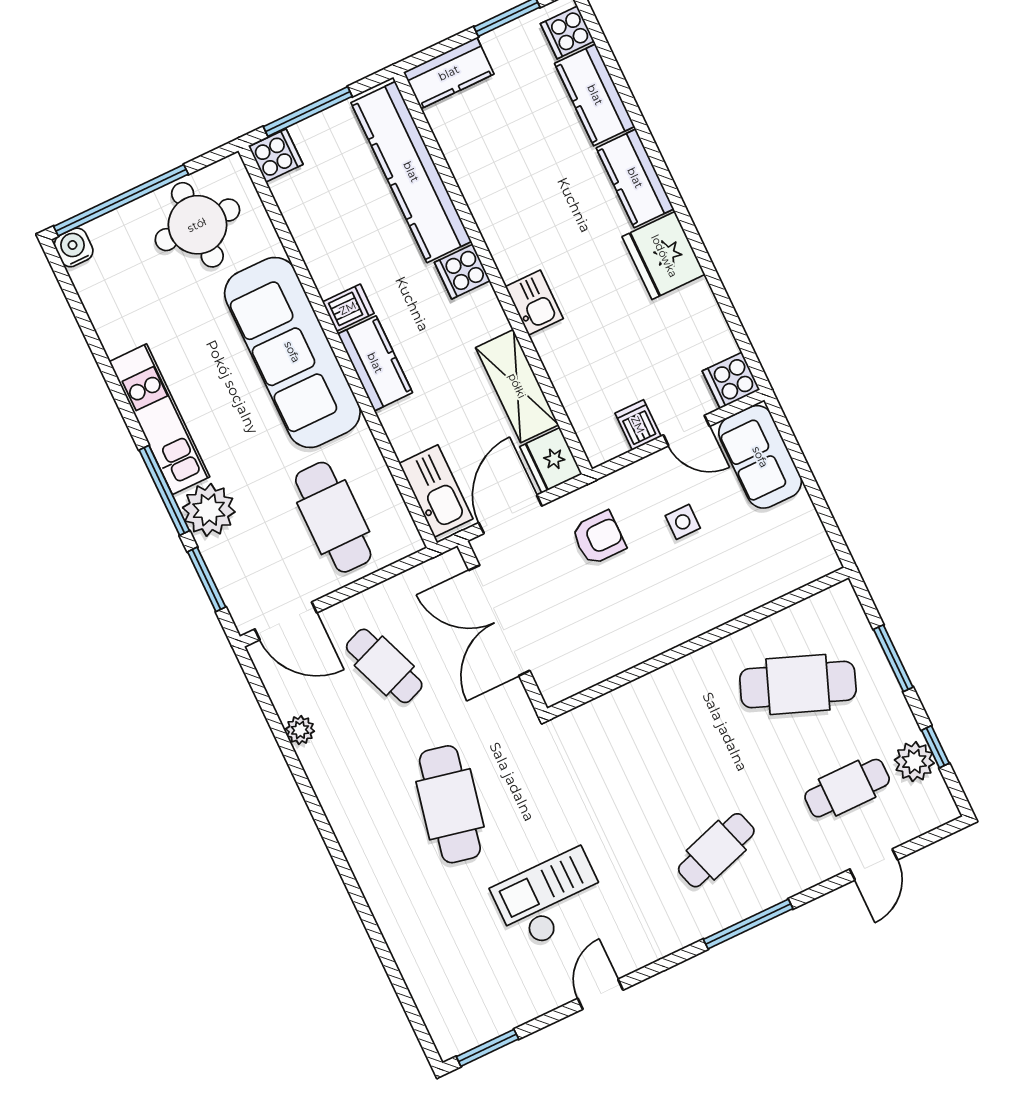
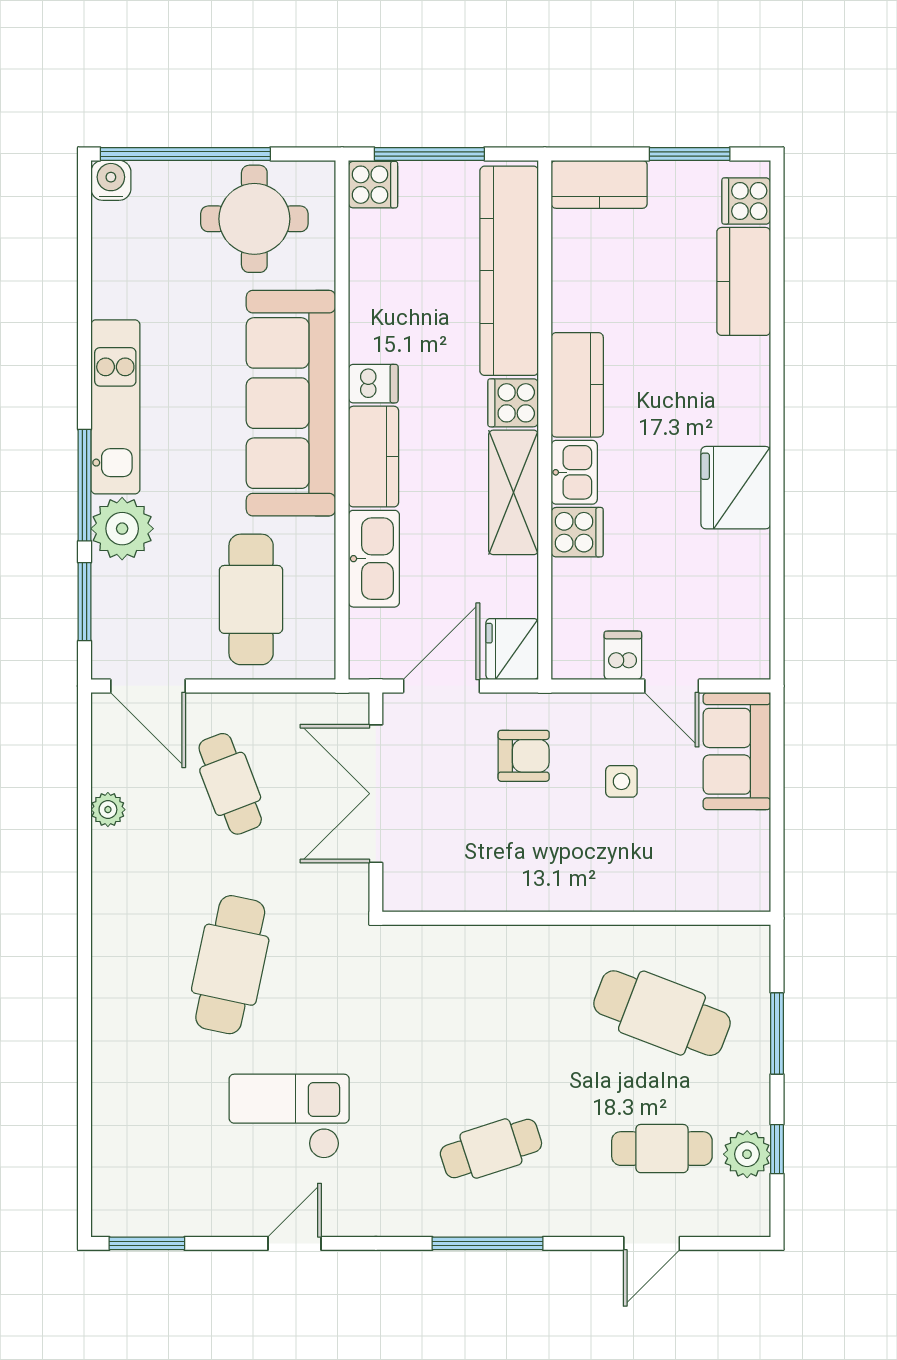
kitchen counter: (635, 178) -> (577, 385), moved, turned 180
cooker: (731, 380) -> (577, 532), moved, turned 180
shelving: (517, 386) -> (514, 492), moved
kitchen sink: (436, 491) -> (374, 559), moved

